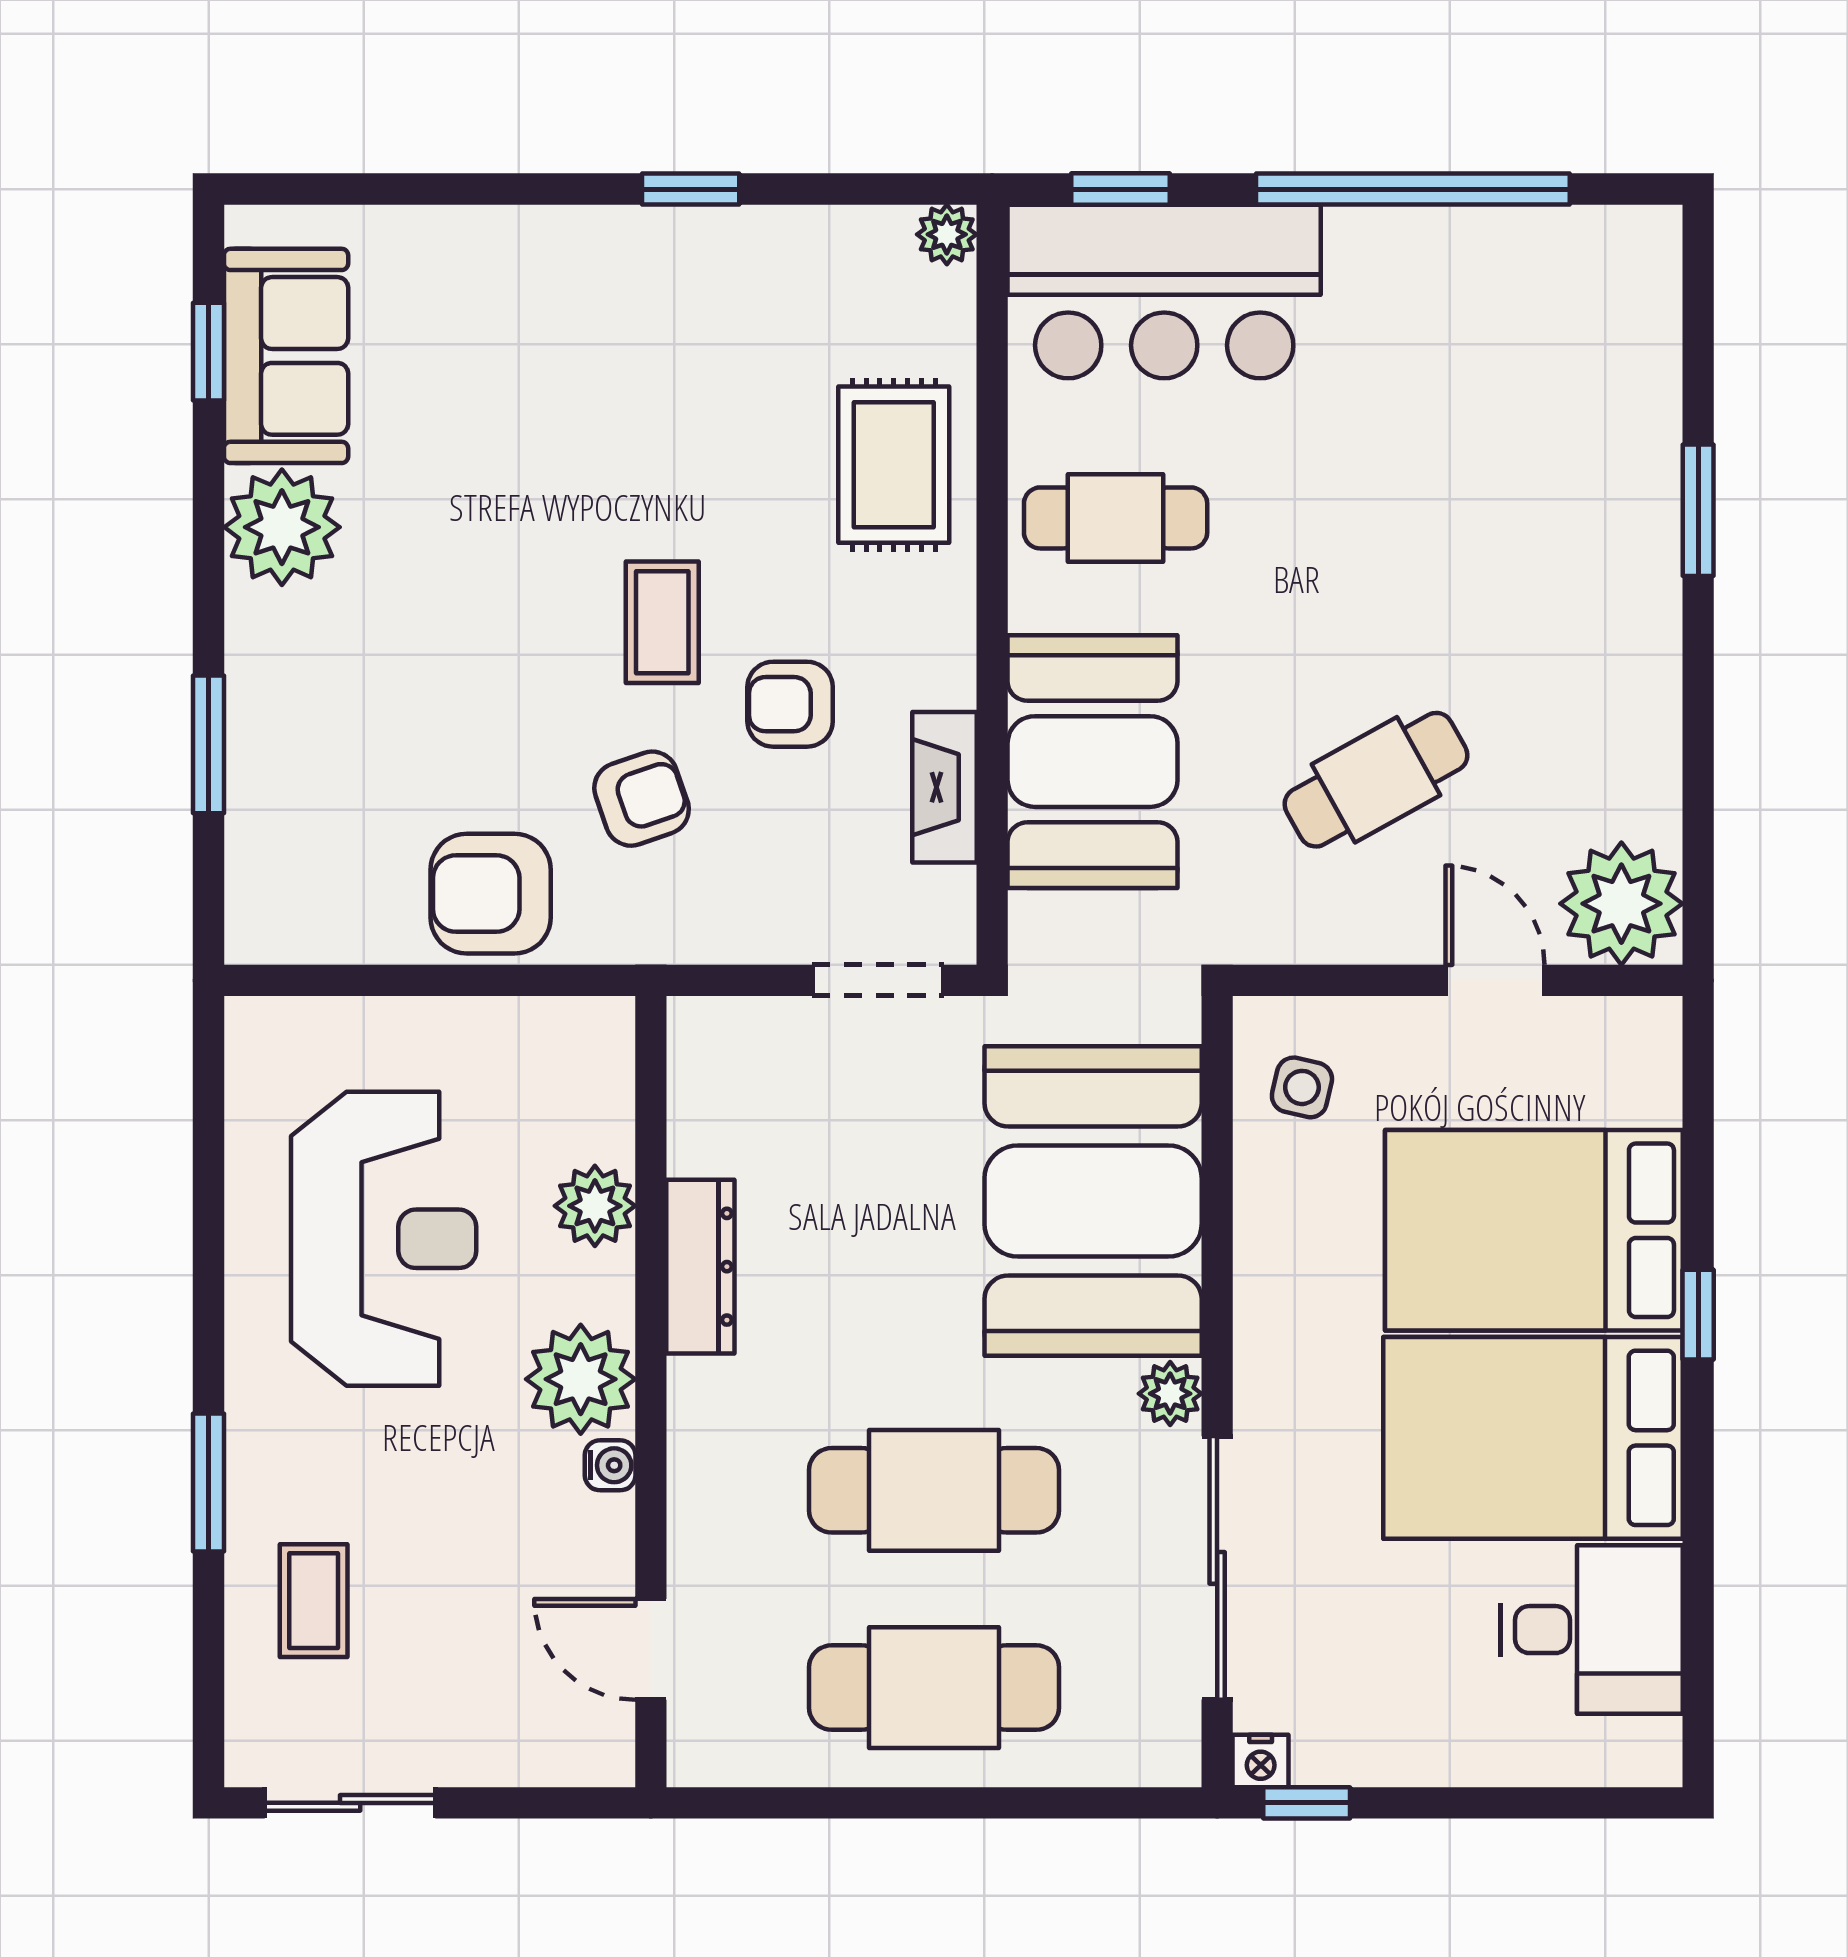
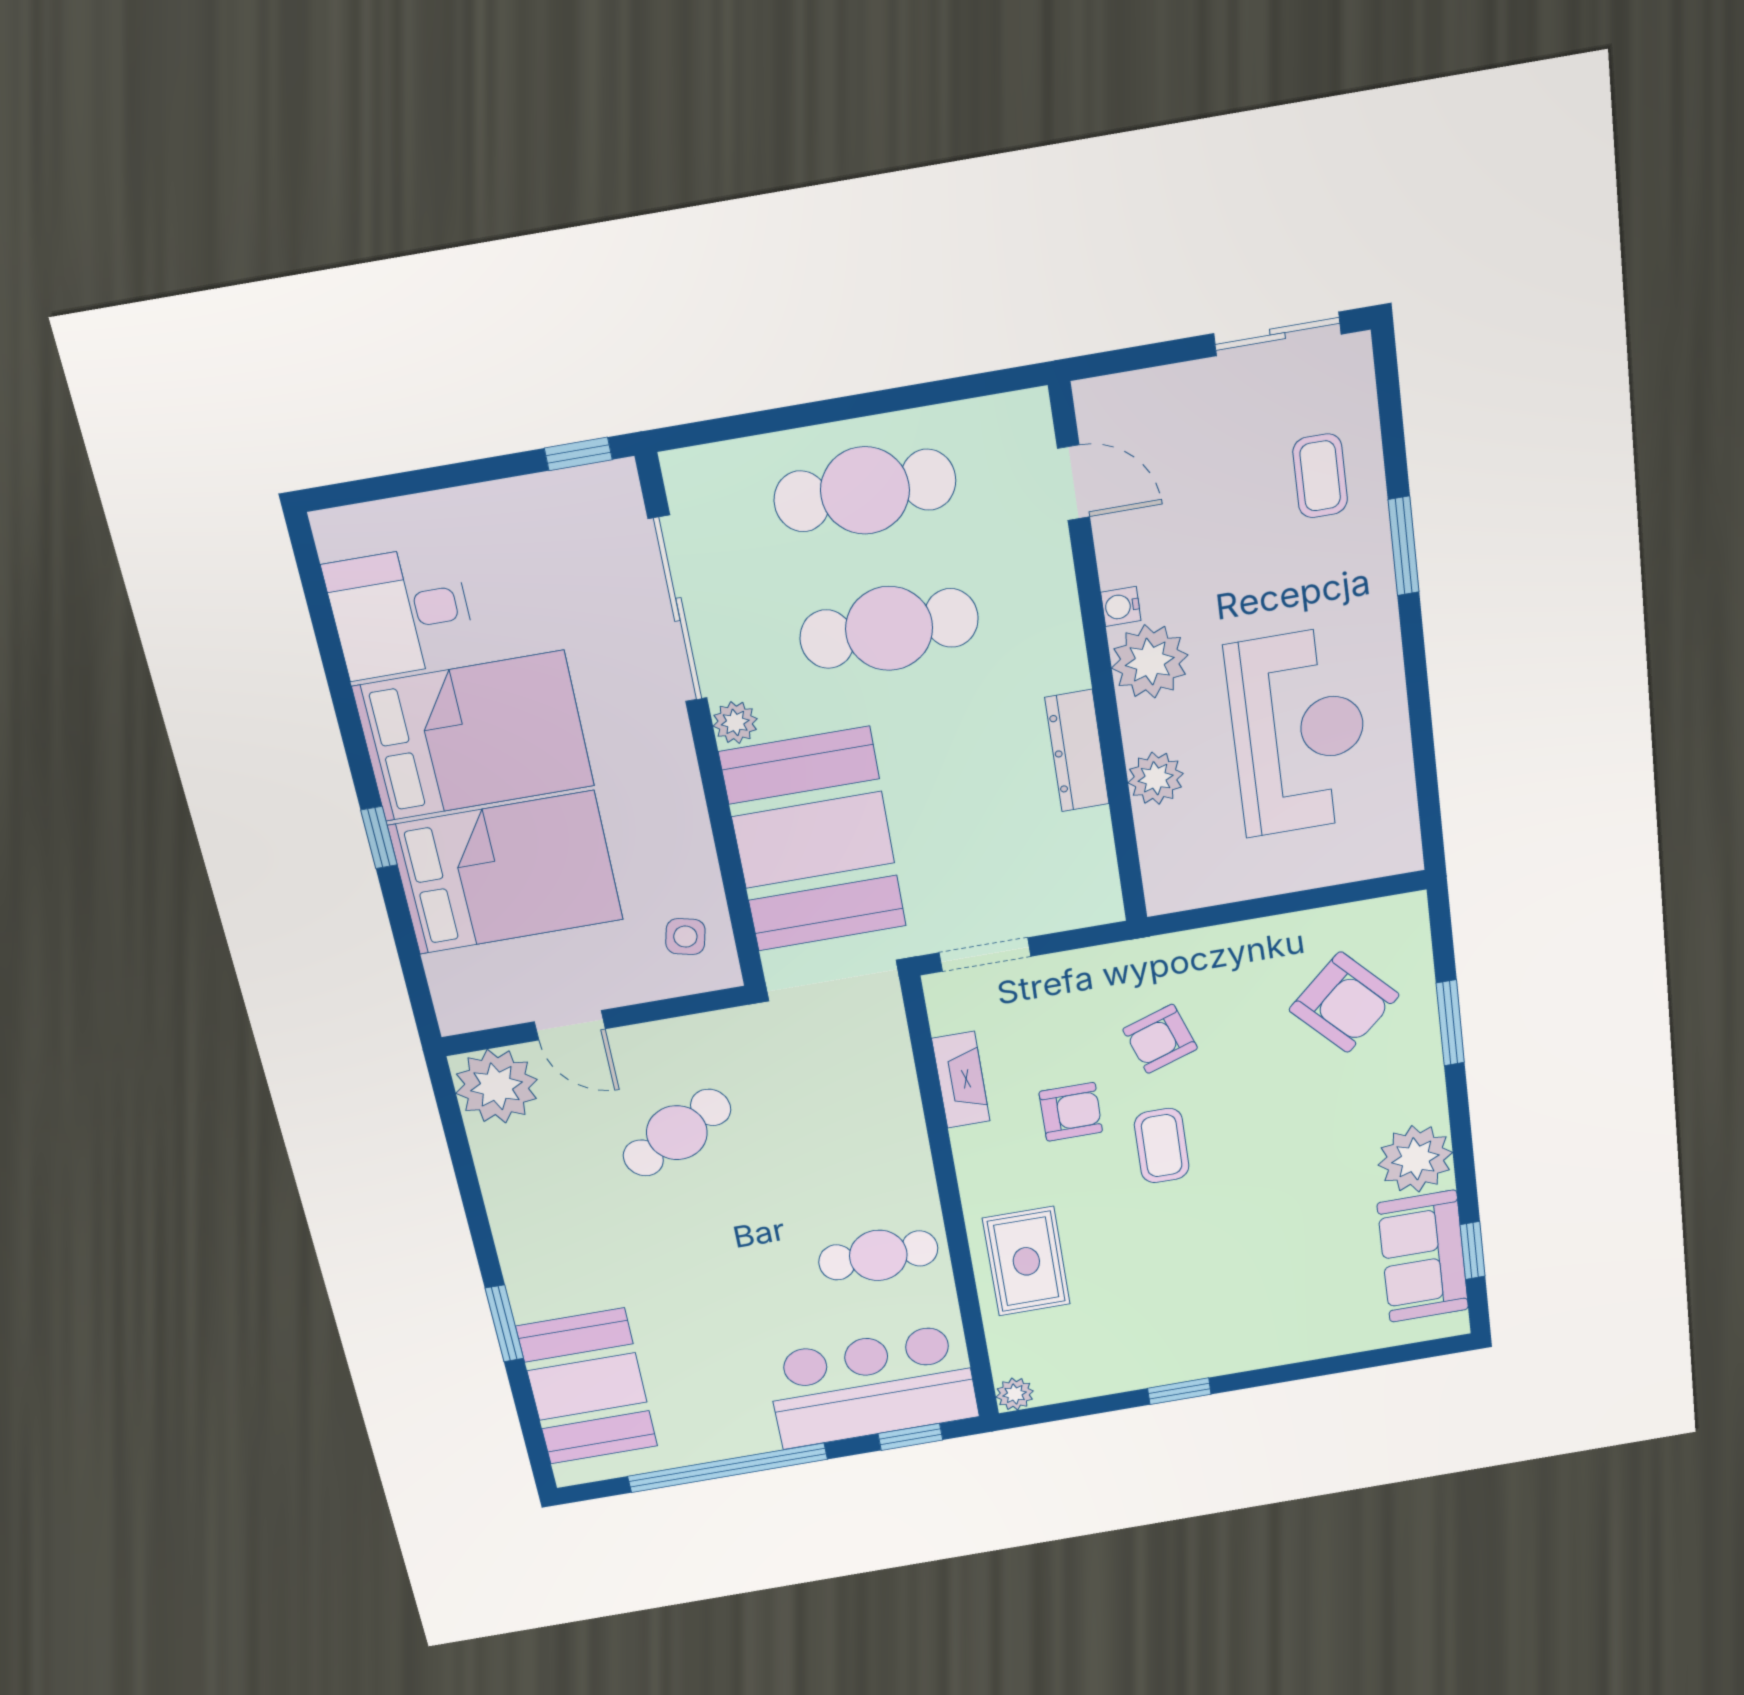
booth: (1093, 762) -> (587, 1387), moved
armchair: (491, 894) -> (1344, 1002), moved, turned 47
reception desk: (384, 1239) -> (1299, 732), turned 180
nightstand: (1261, 1761) -> (618, 478), removed

